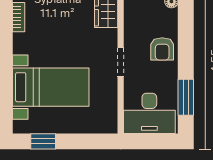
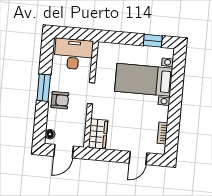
armchair: (162, 49) -> (60, 100), turned 90
window: (186, 97) -> (44, 88), moved

